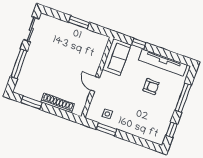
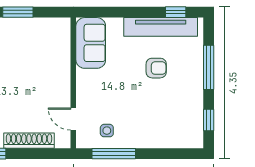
window: (139, 44) -> (176, 12), moved
door: (95, 84) -> (73, 119), moved
window: (107, 129) -> (114, 154), width x1.44

